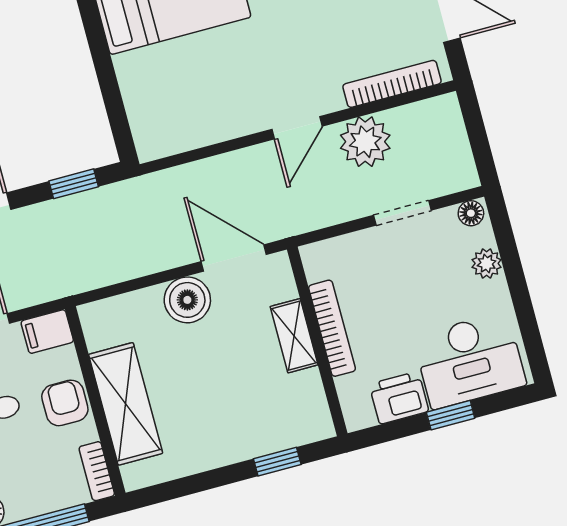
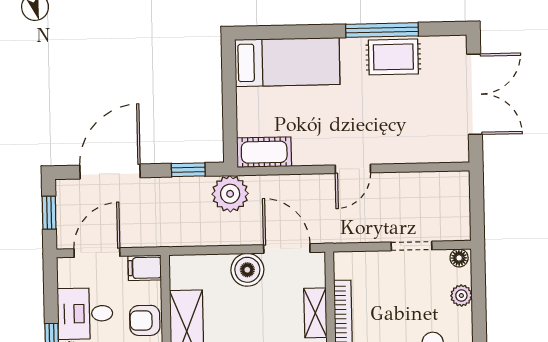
bookcase: (392, 84) -> (426, 155), removed
cot: (171, 135) -> (264, 152), added
plant: (365, 142) -> (230, 194), moved
armchair: (65, 403) -> (145, 320), turned -90

